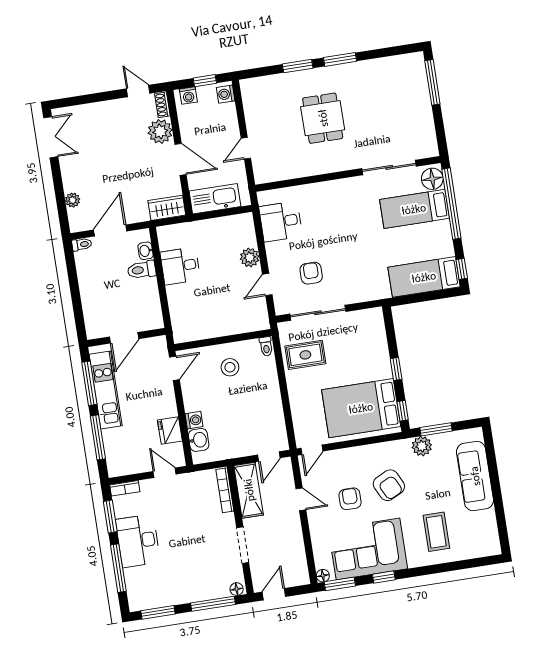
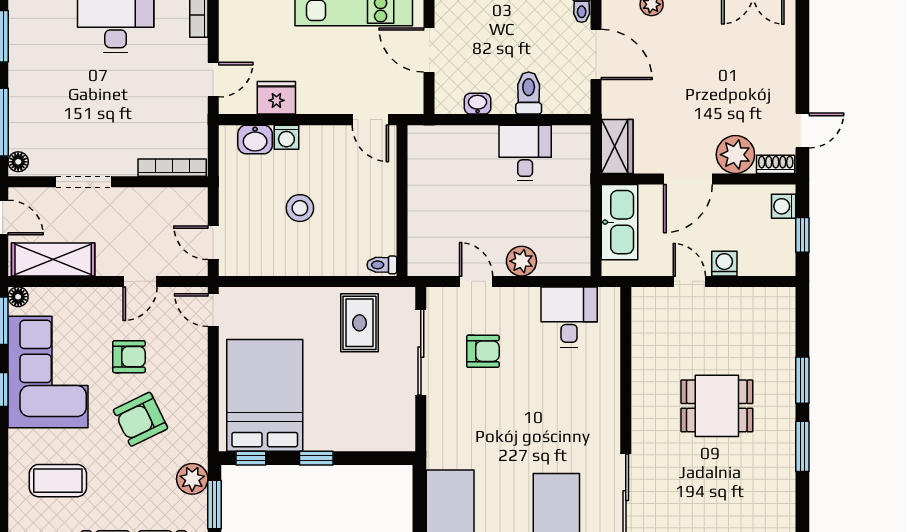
washing machine: (226, 94) -> (724, 264), moved
washbasin: (146, 251) -> (478, 104), moved
stool: (230, 367) -> (300, 208), moved
shelving: (249, 490) -> (53, 259), moved

